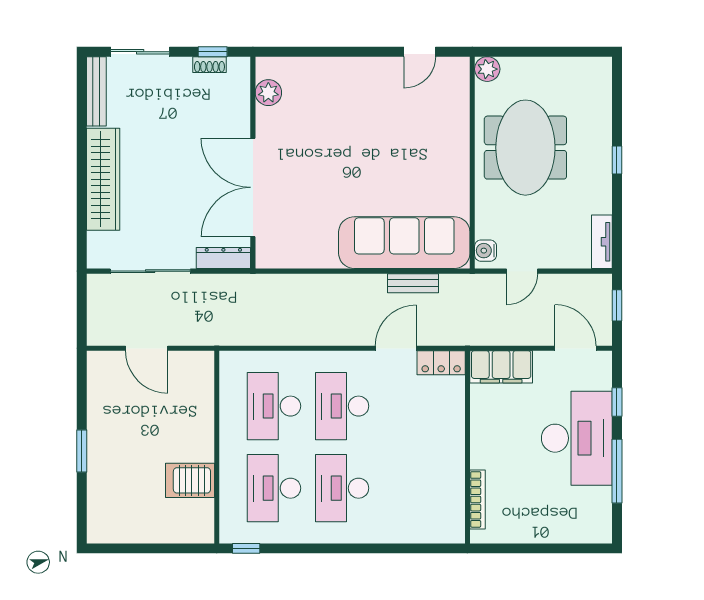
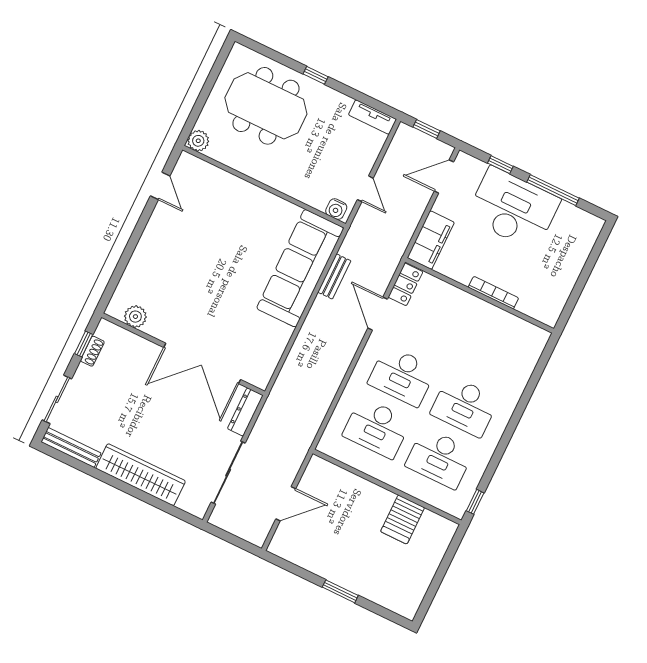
meeting table: (525, 148) -> (266, 106), moved
bookcase: (477, 499) -> (493, 293), moved

